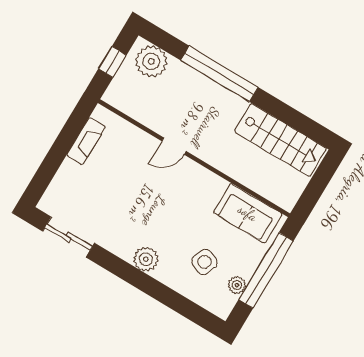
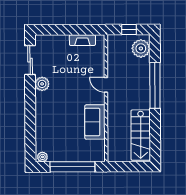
sofa: (248, 213) -> (95, 122), moved
plant: (146, 259) -> (42, 84), moved
side table: (204, 262) -> (58, 134), removed
plant: (237, 285) -> (42, 157), moved

